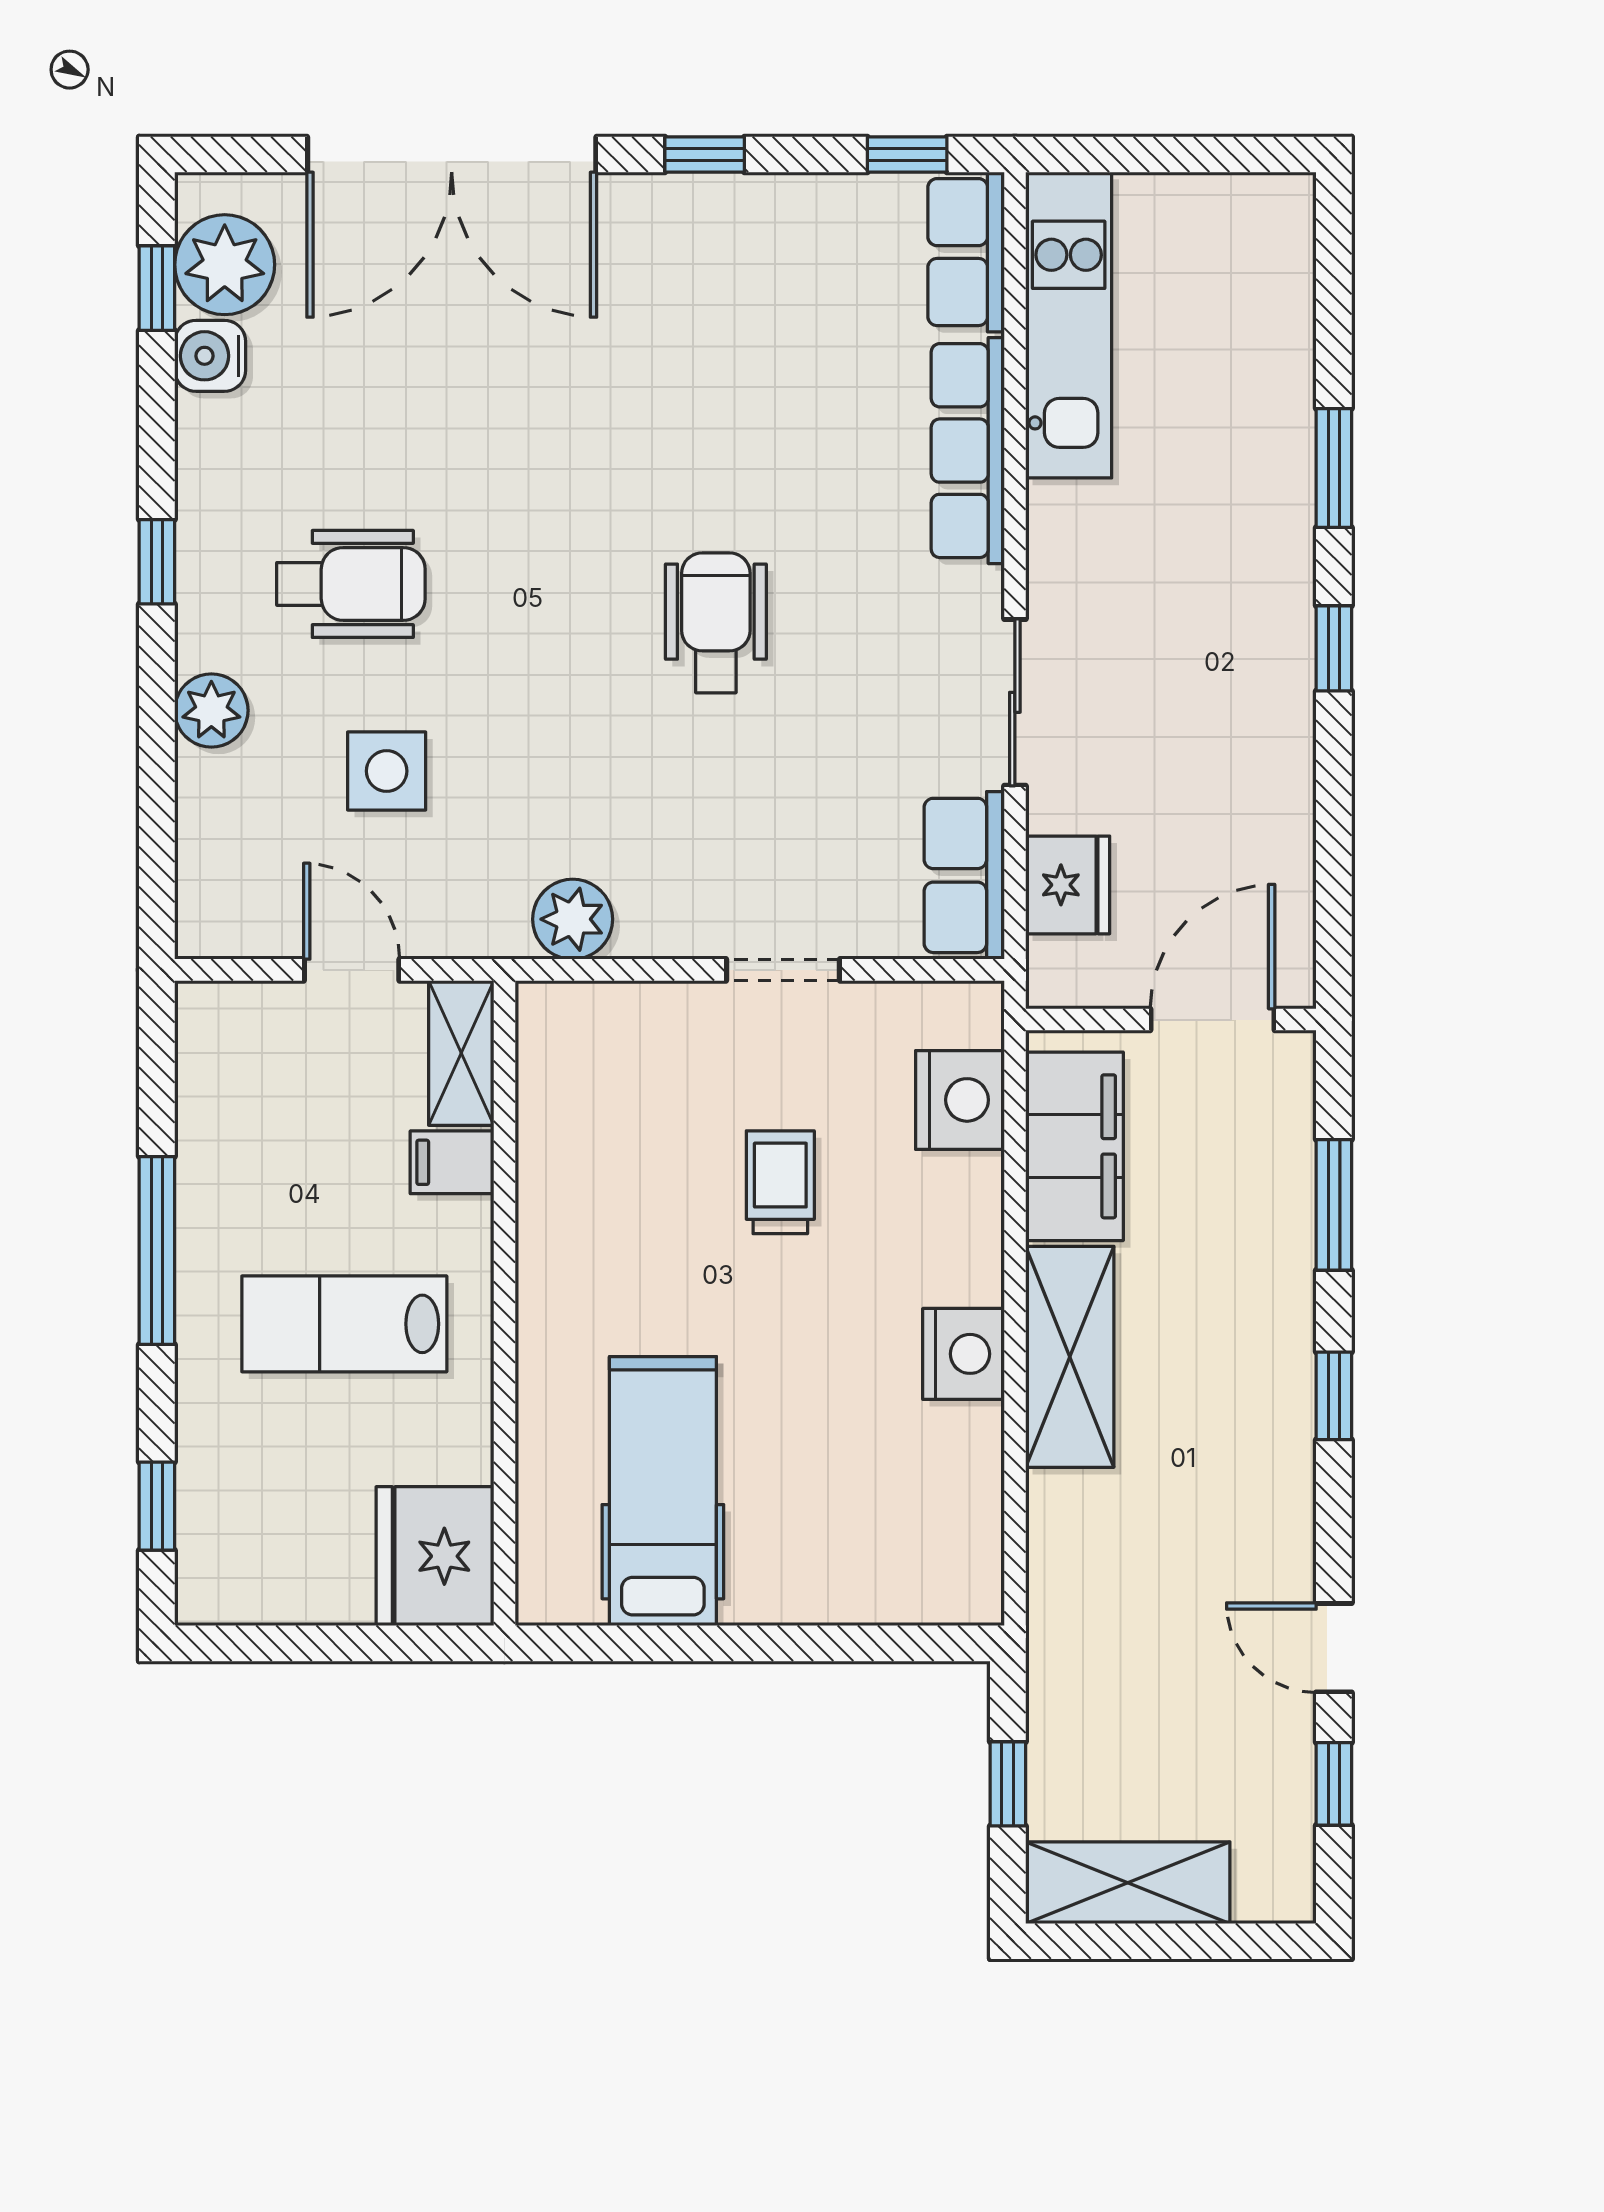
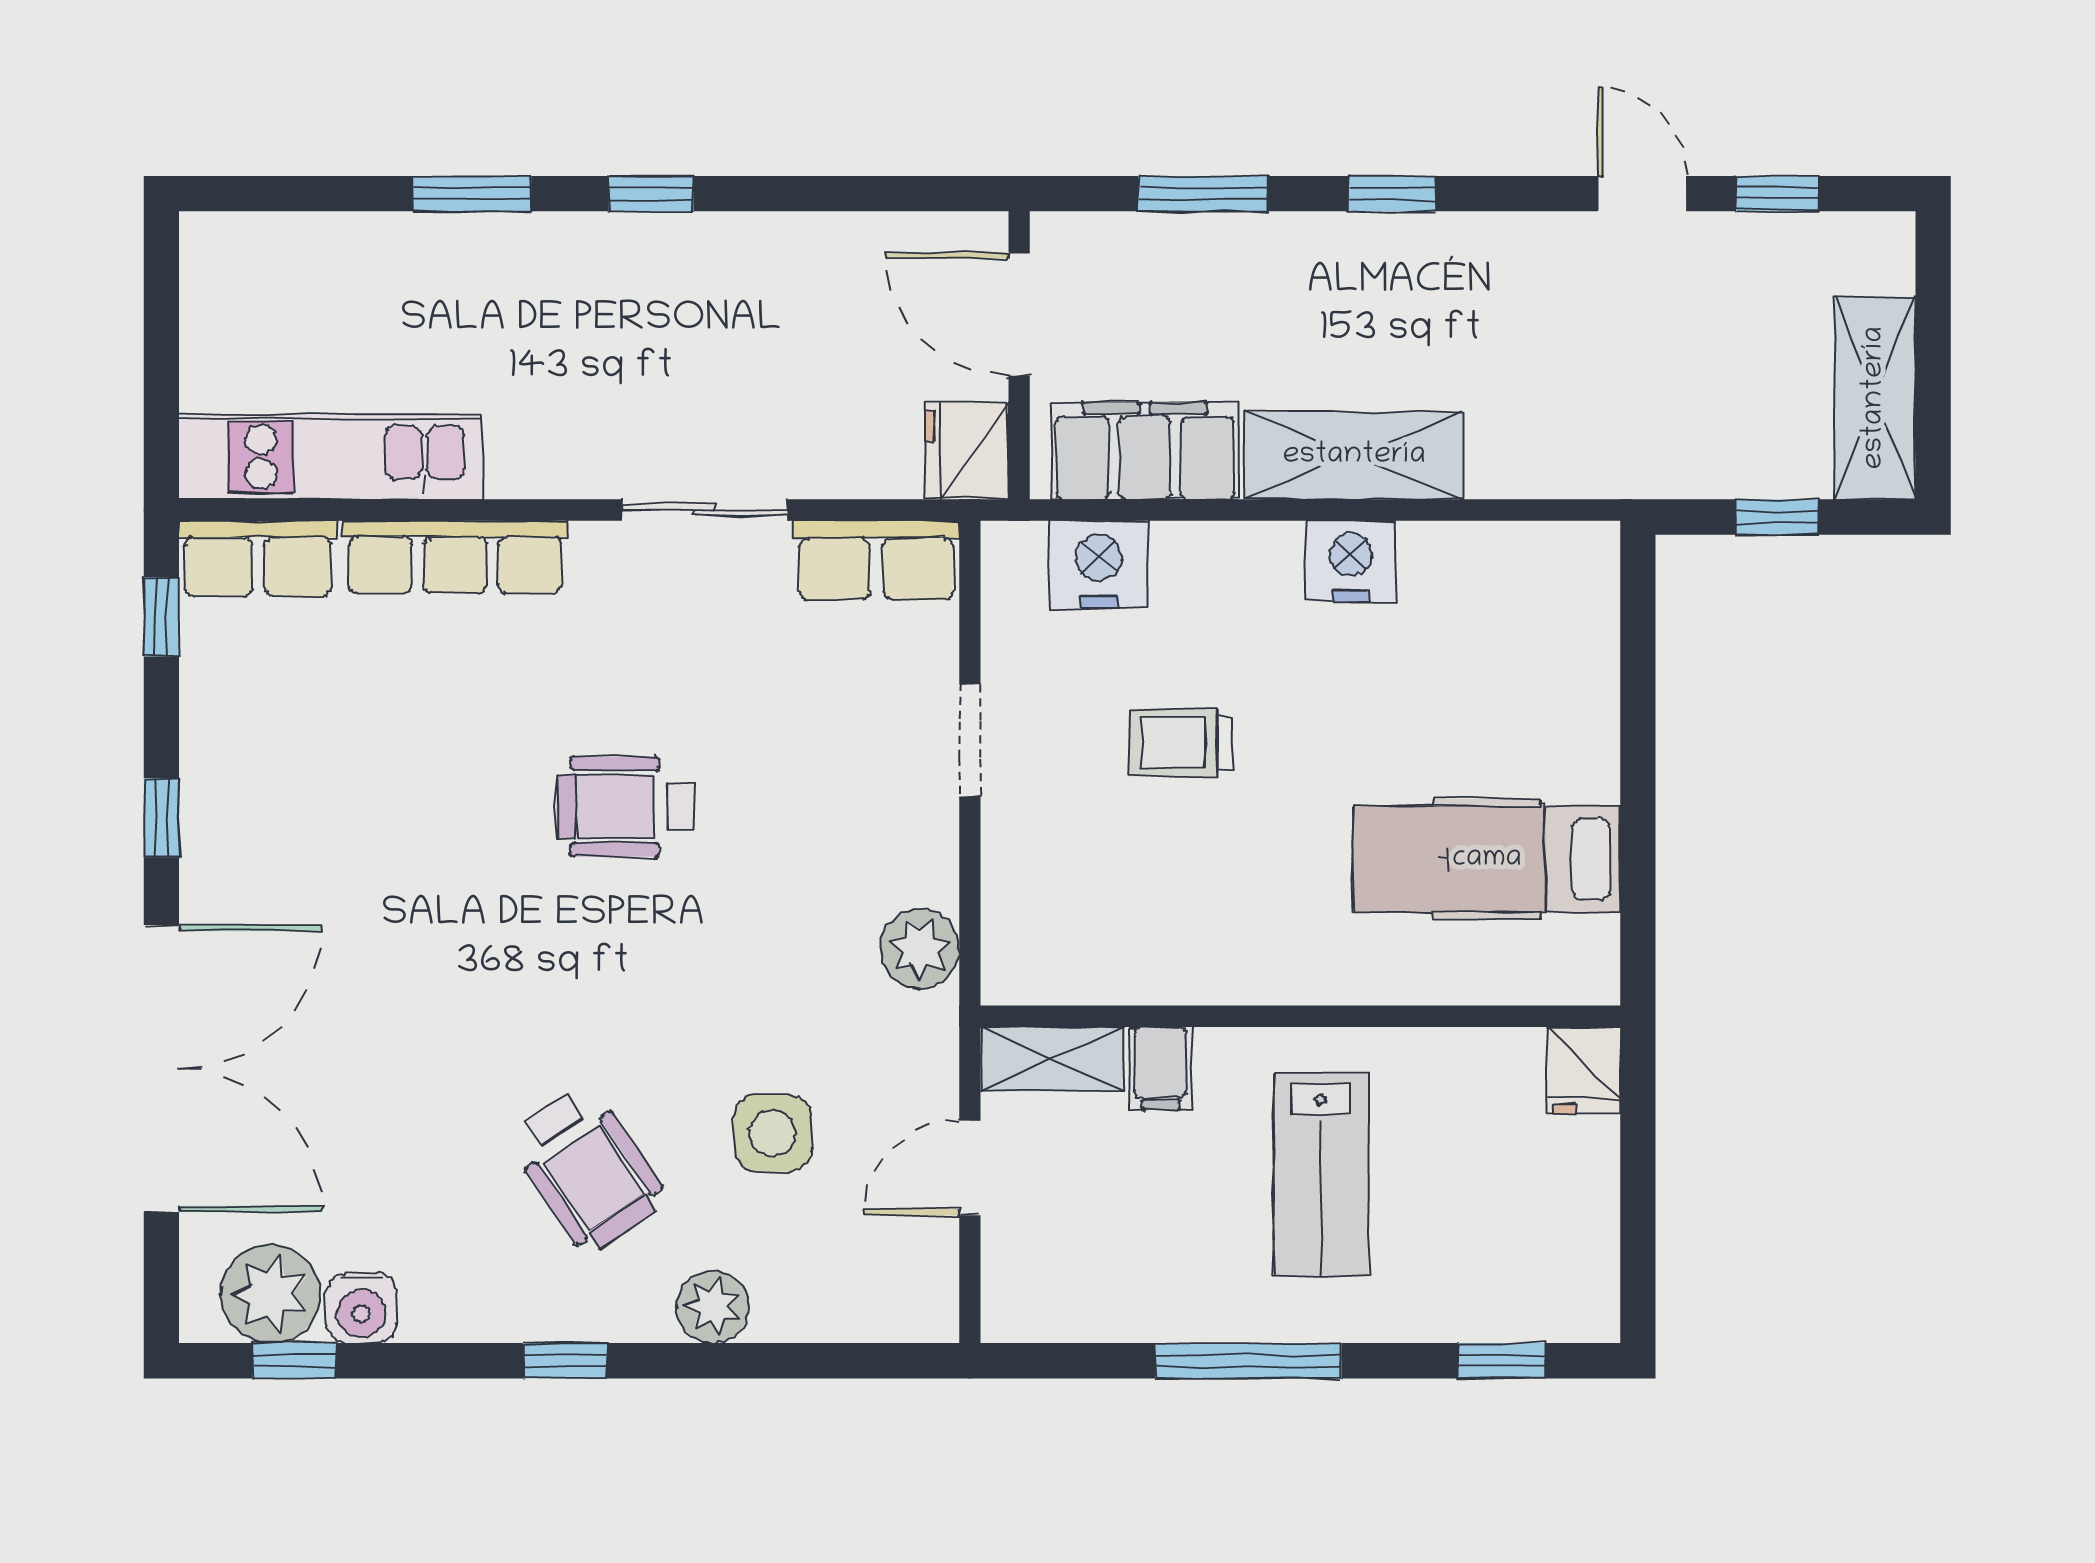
wheelchair: (351, 584) -> (587, 1168), turned 146
fridge: (1068, 885) -> (967, 451), moved, turned -90
fridge: (435, 1556) -> (1584, 1070), width x0.53, depth x0.75
door: (1334, 1648) -> (1642, 194), swing flipped

